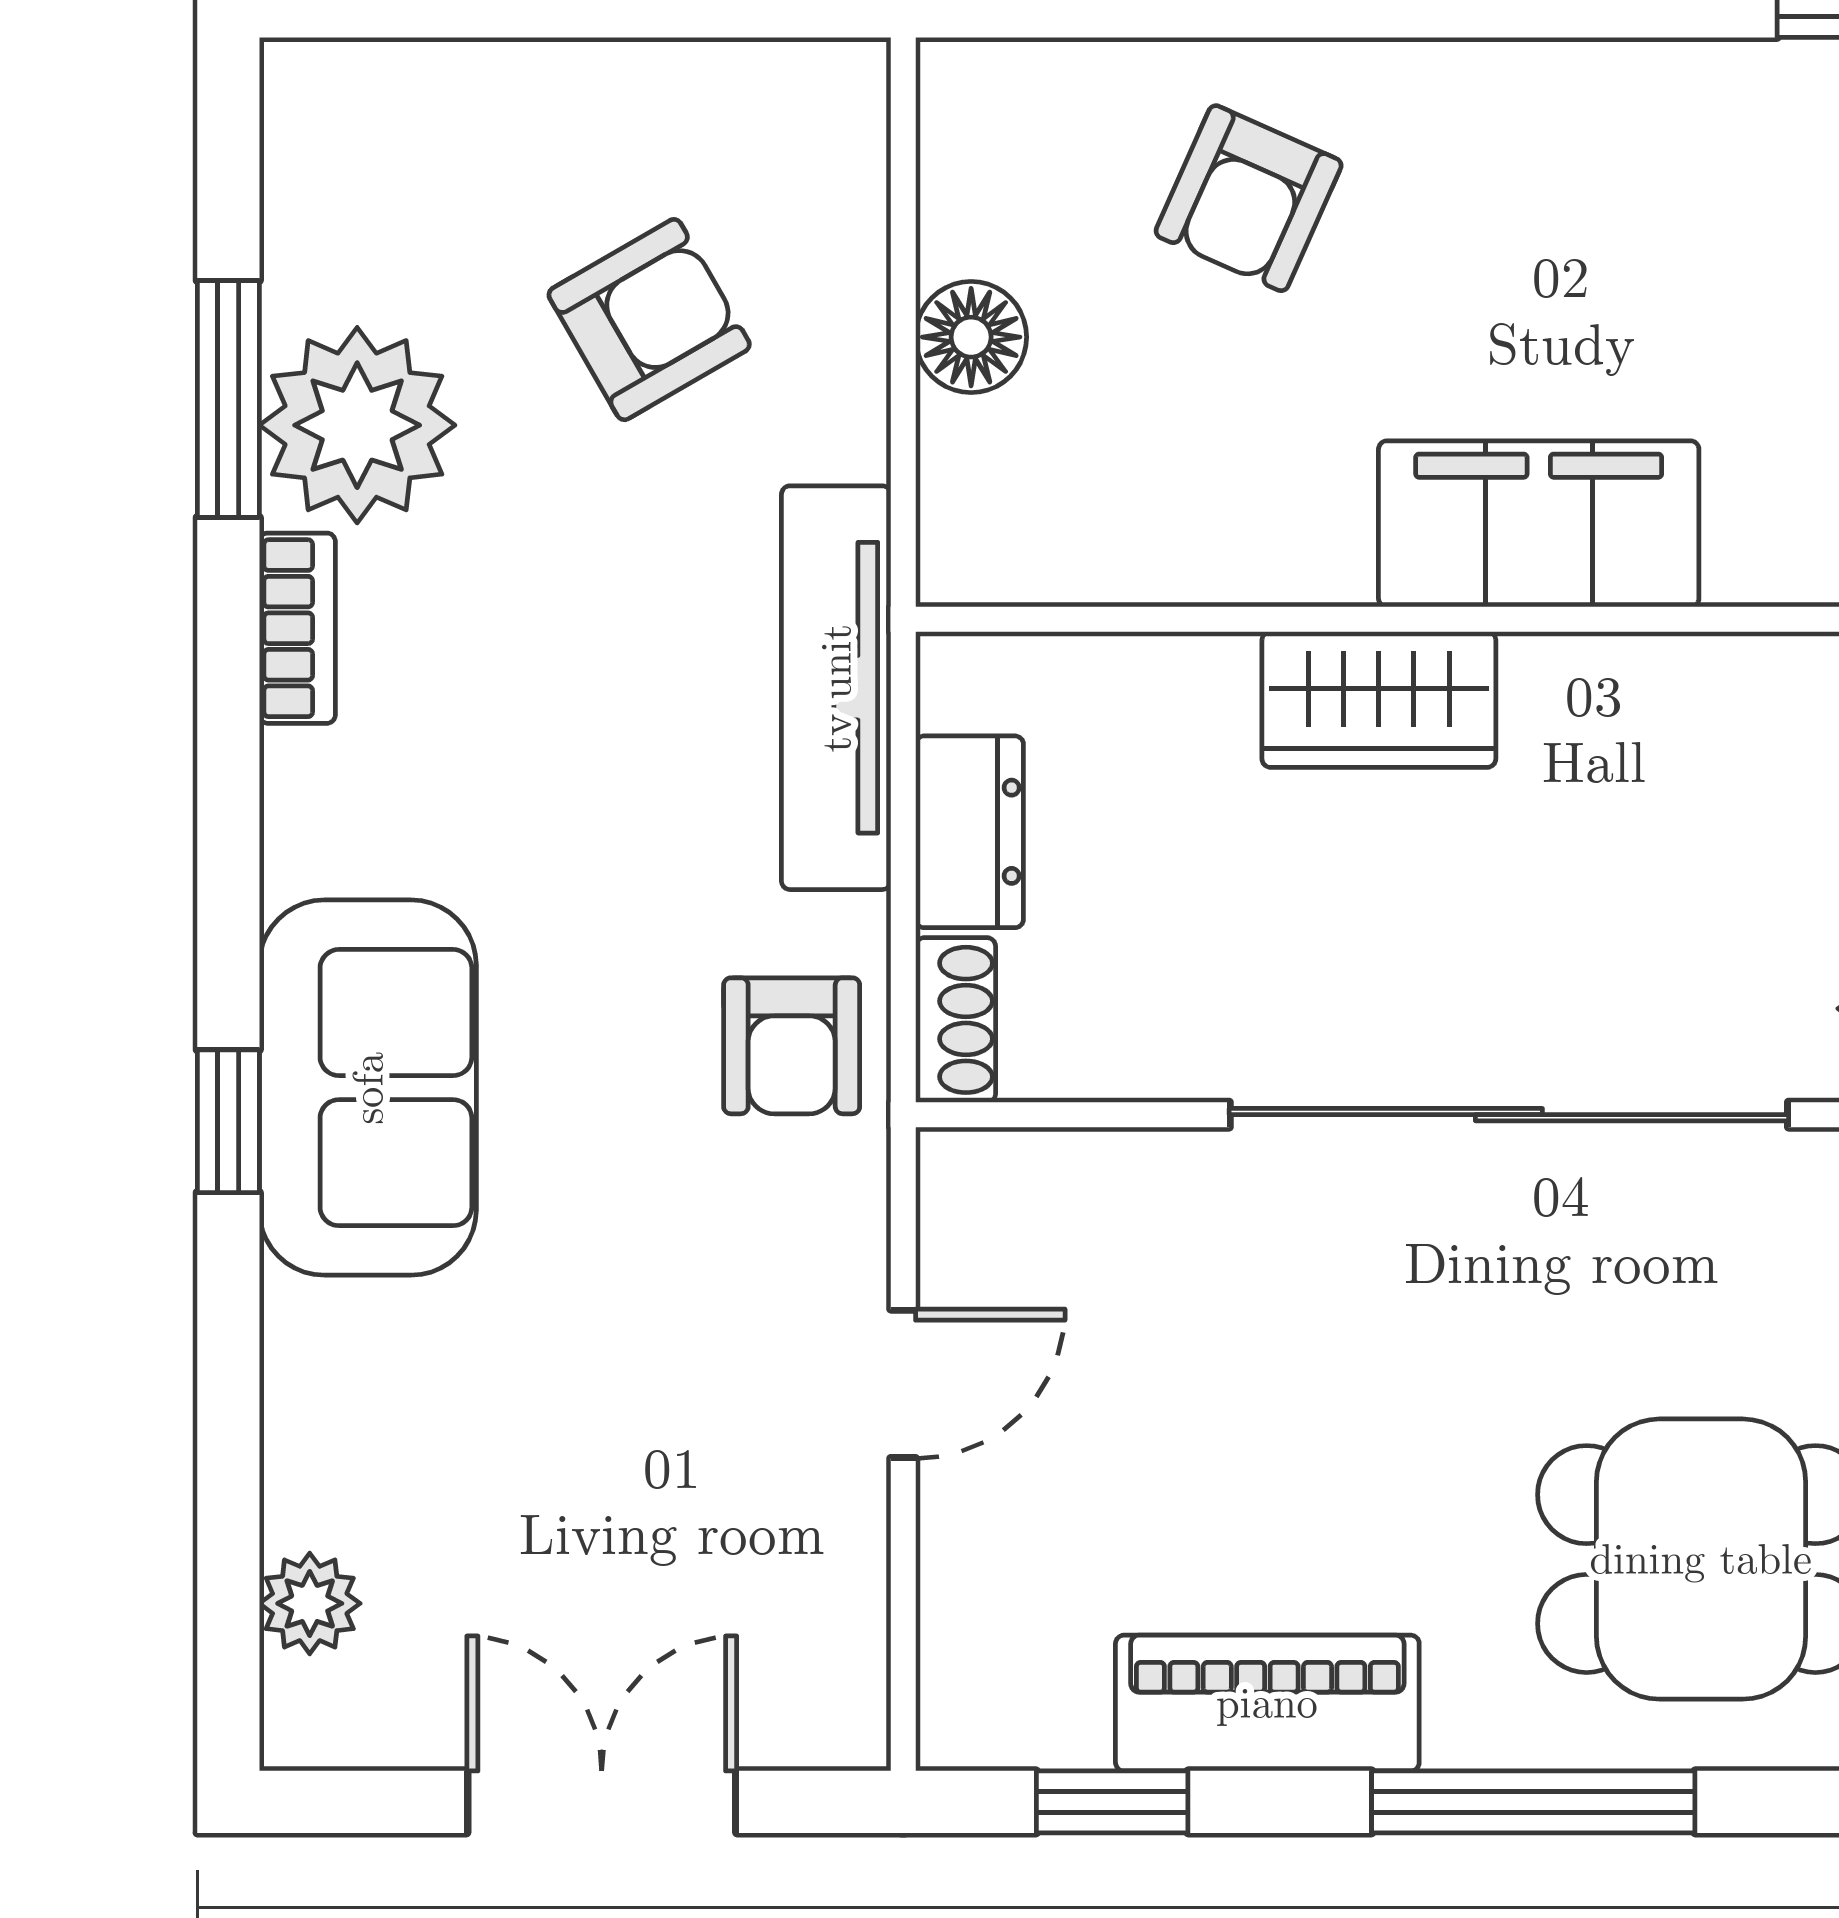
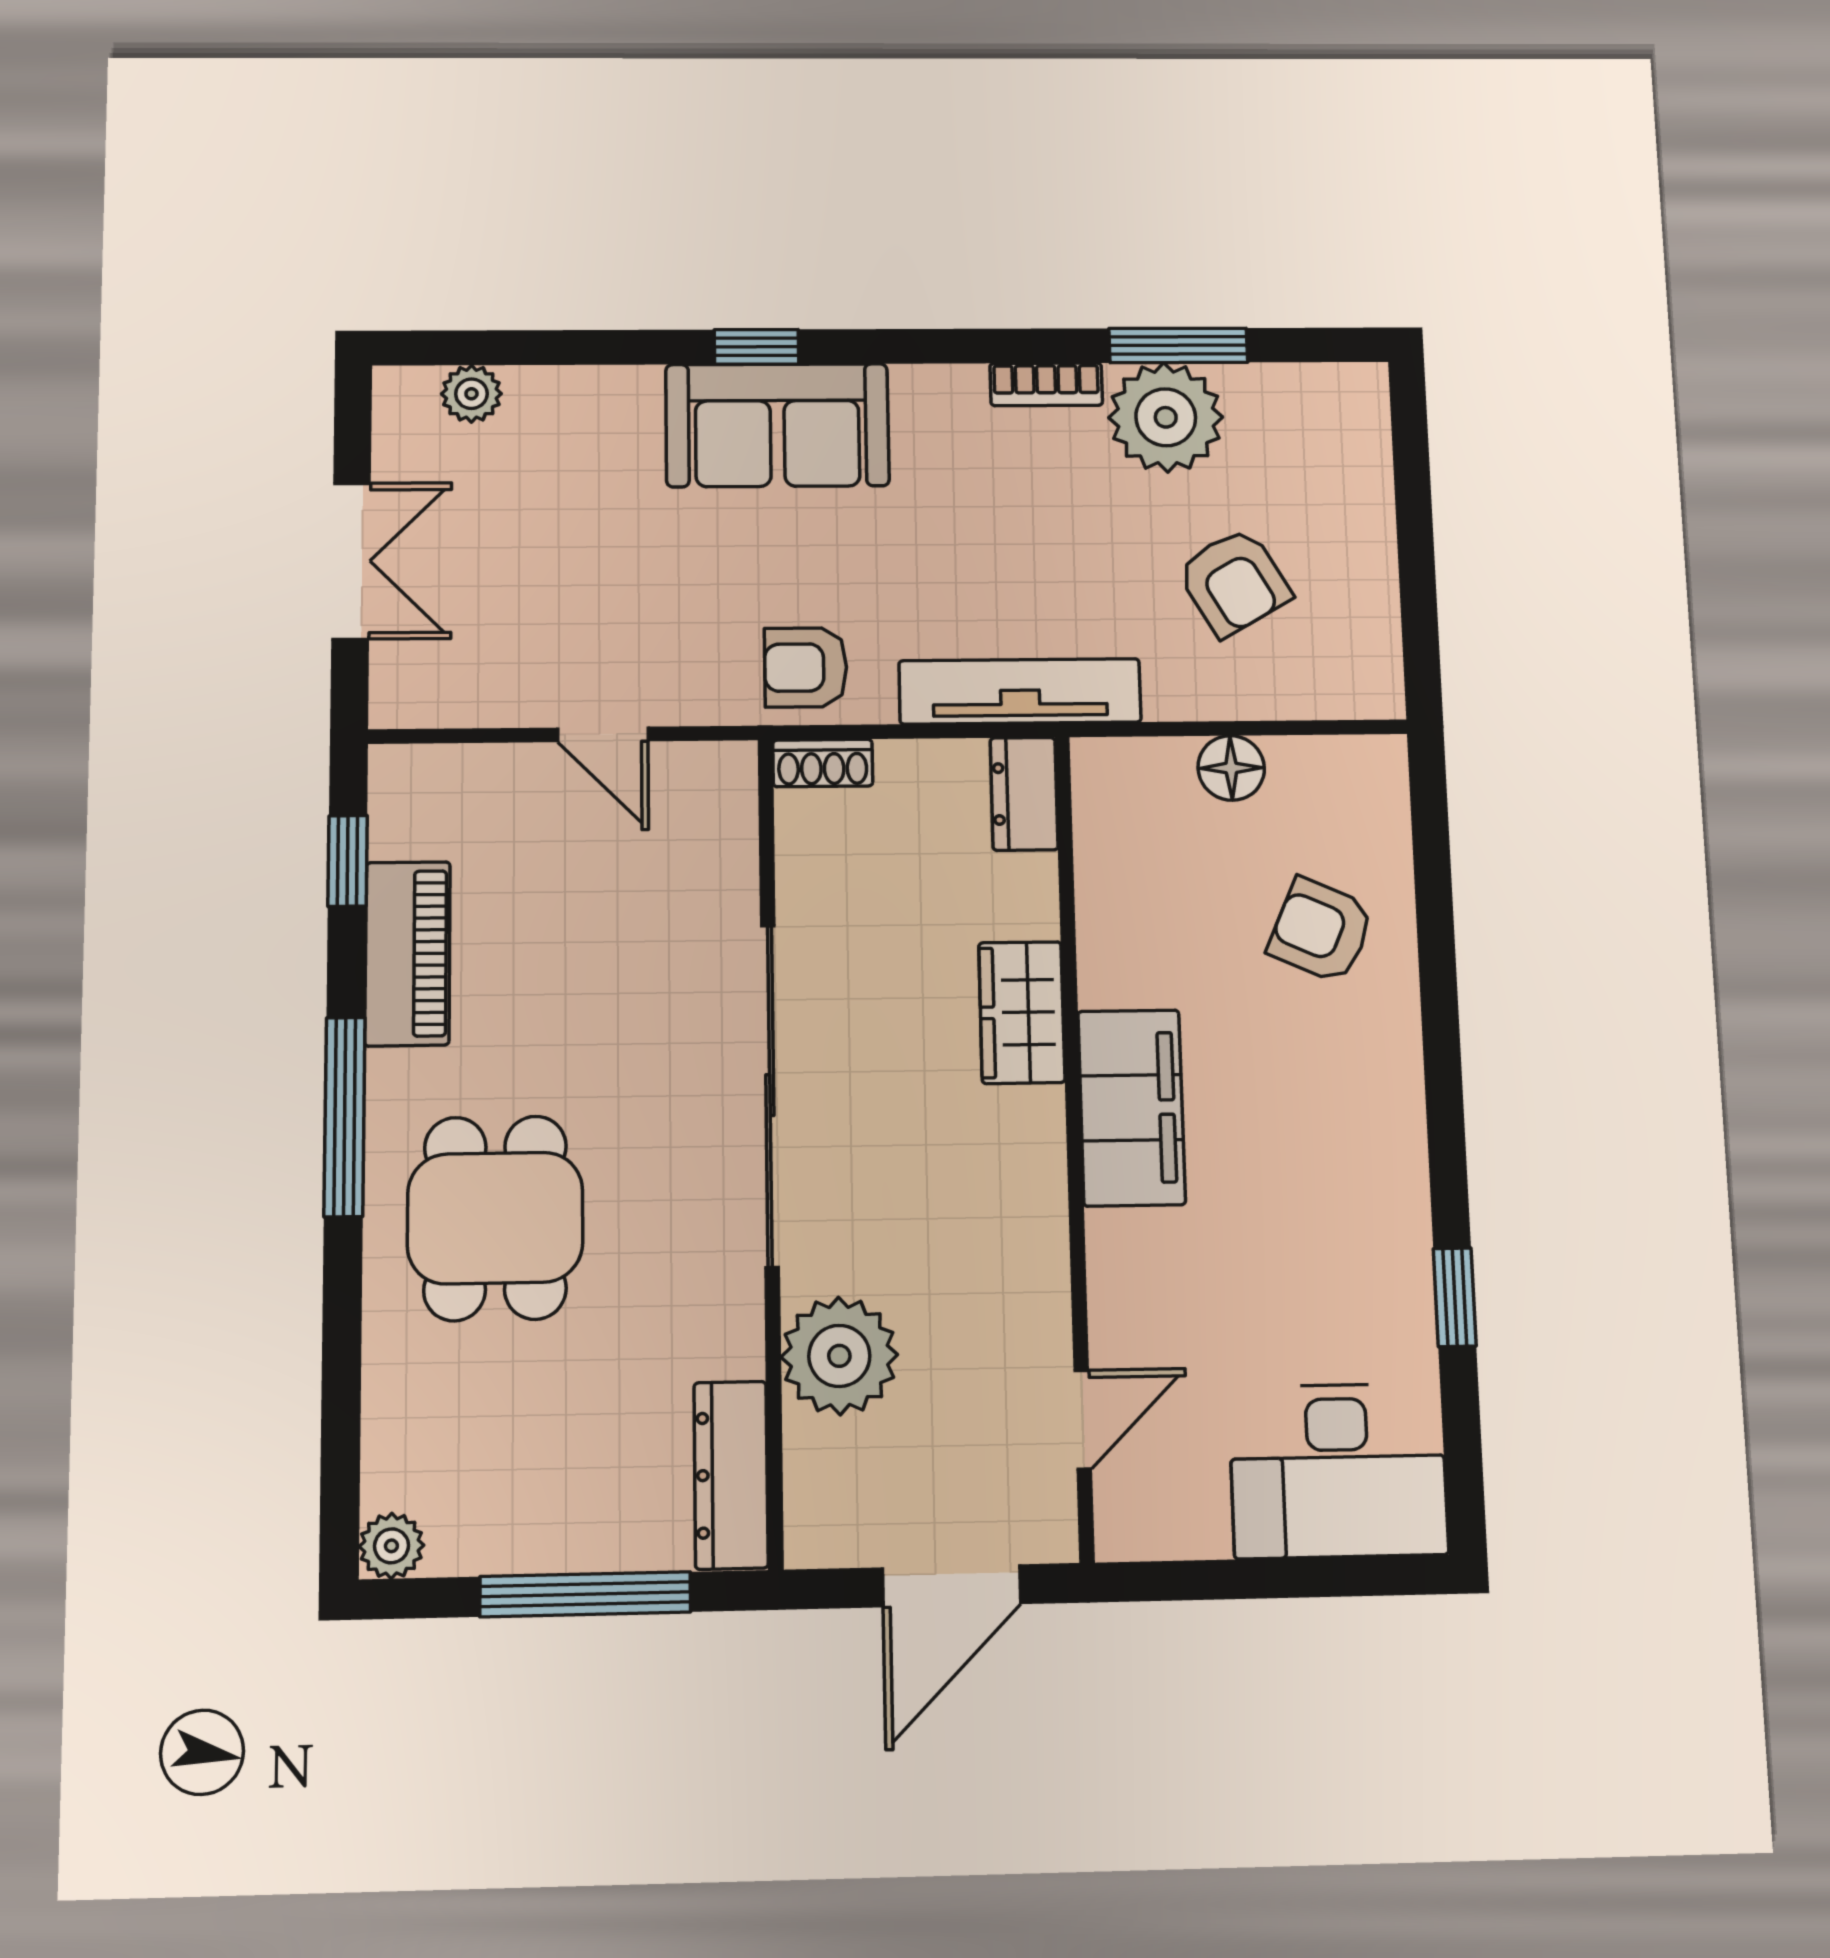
dresser: (970, 832) -> (1024, 794), moved, turned 90

